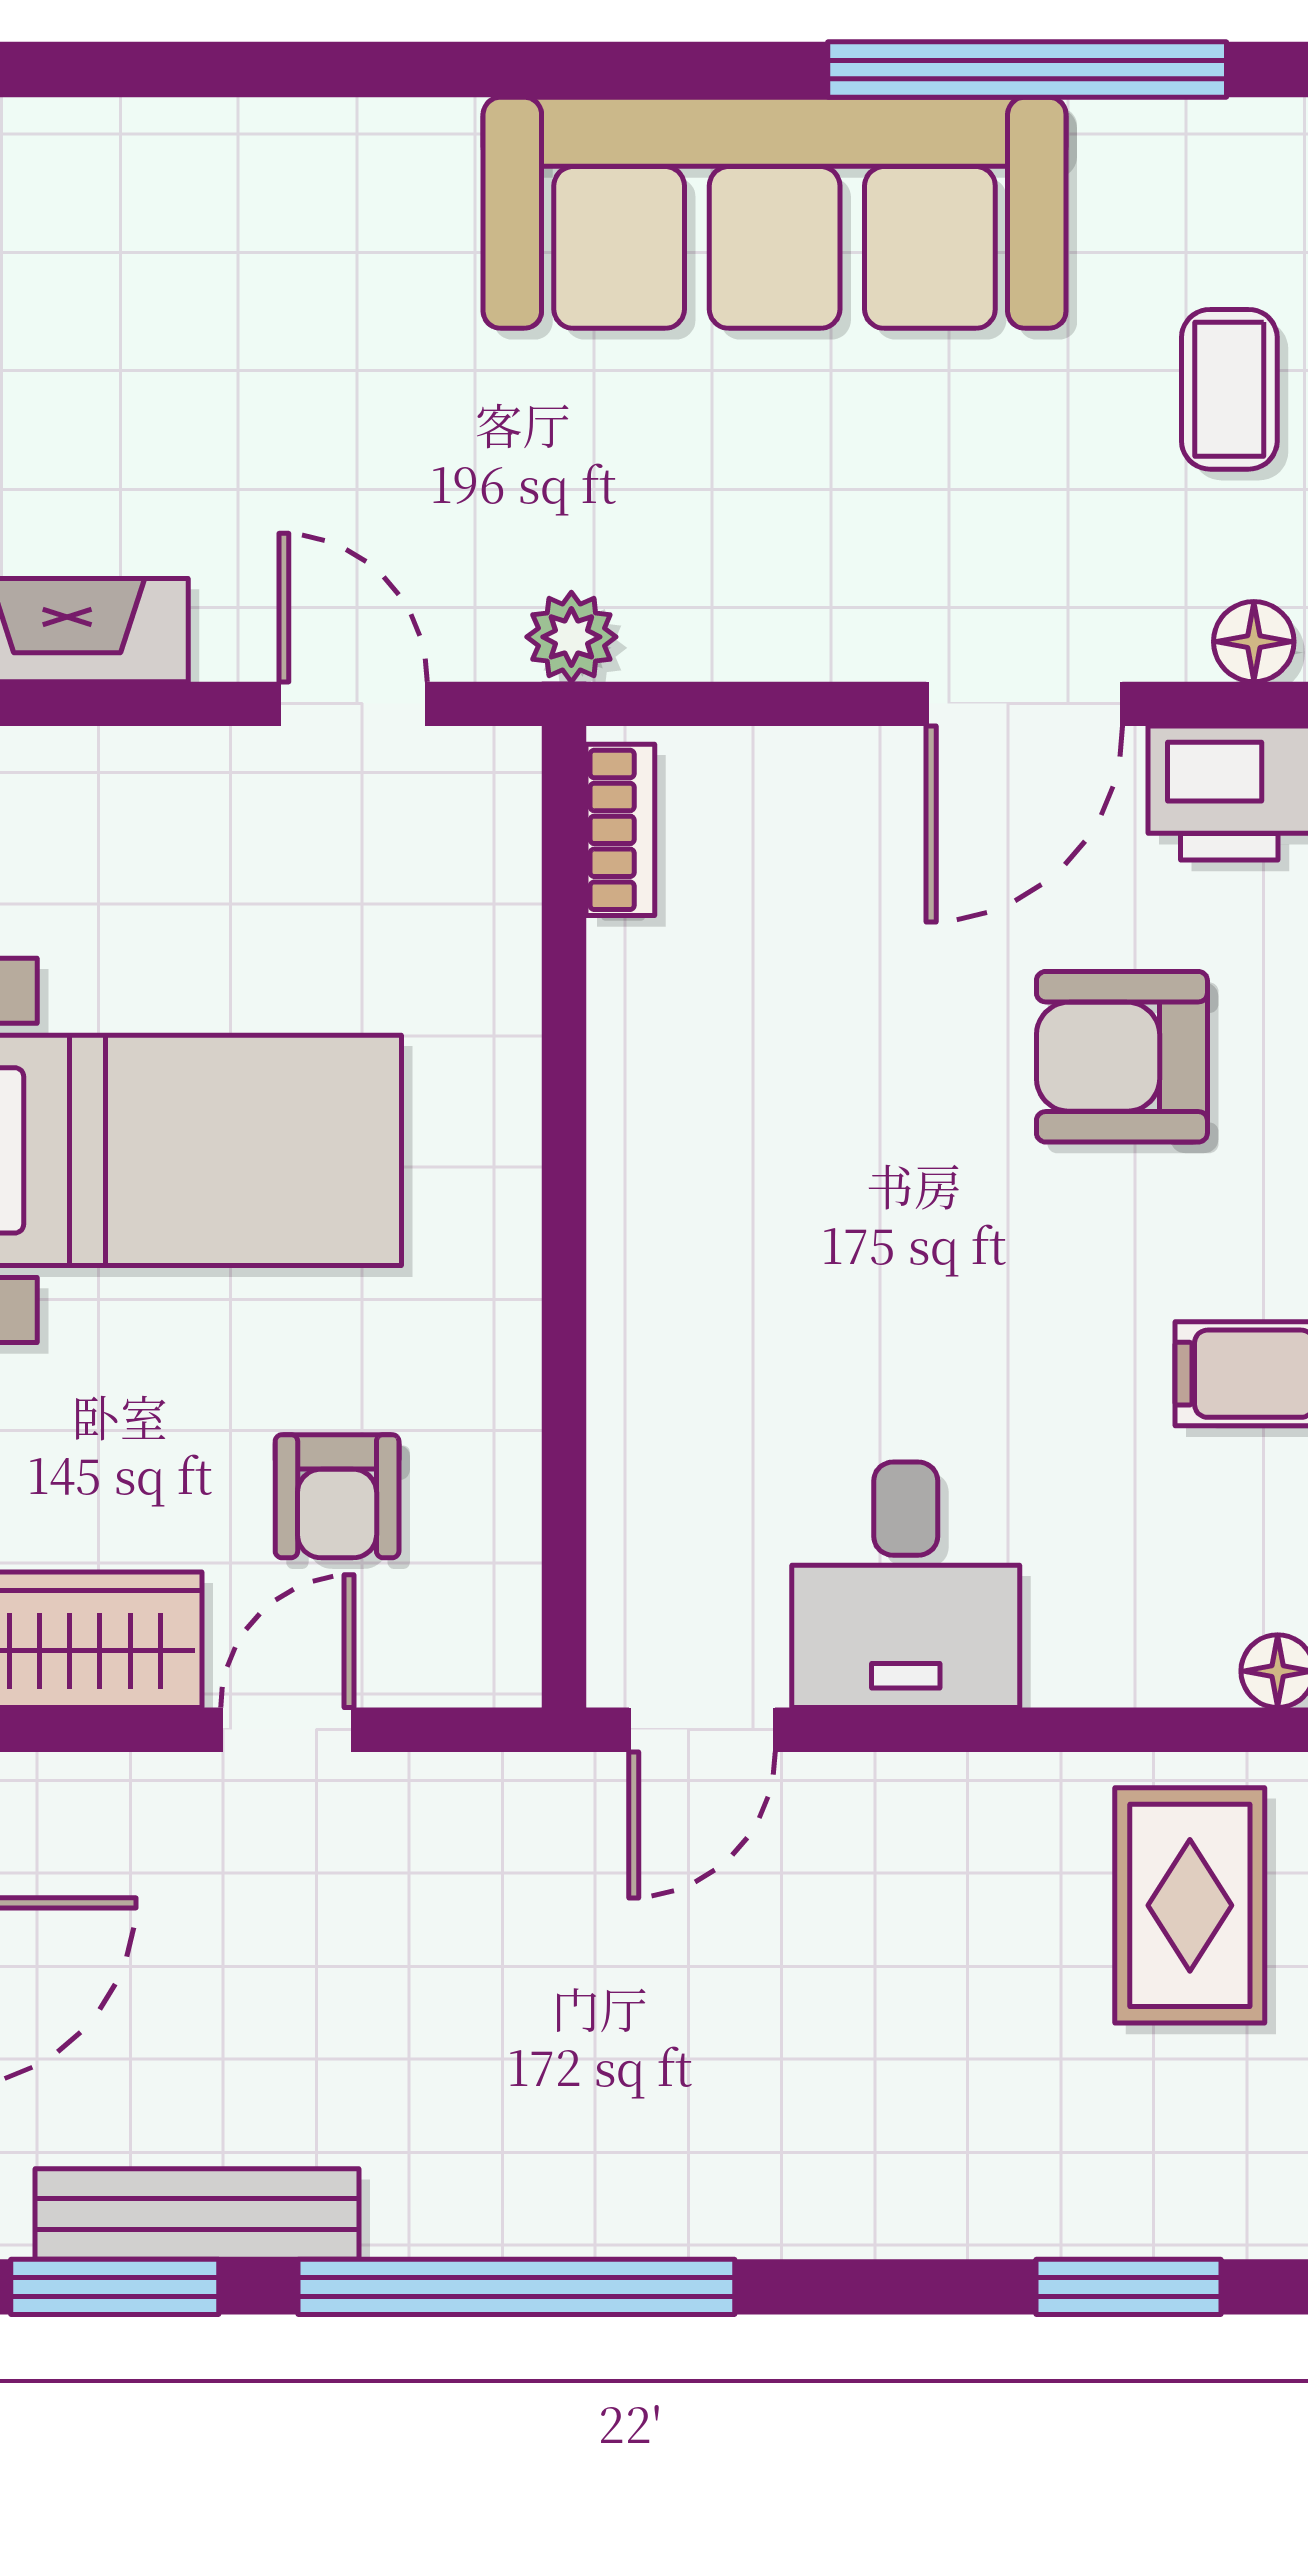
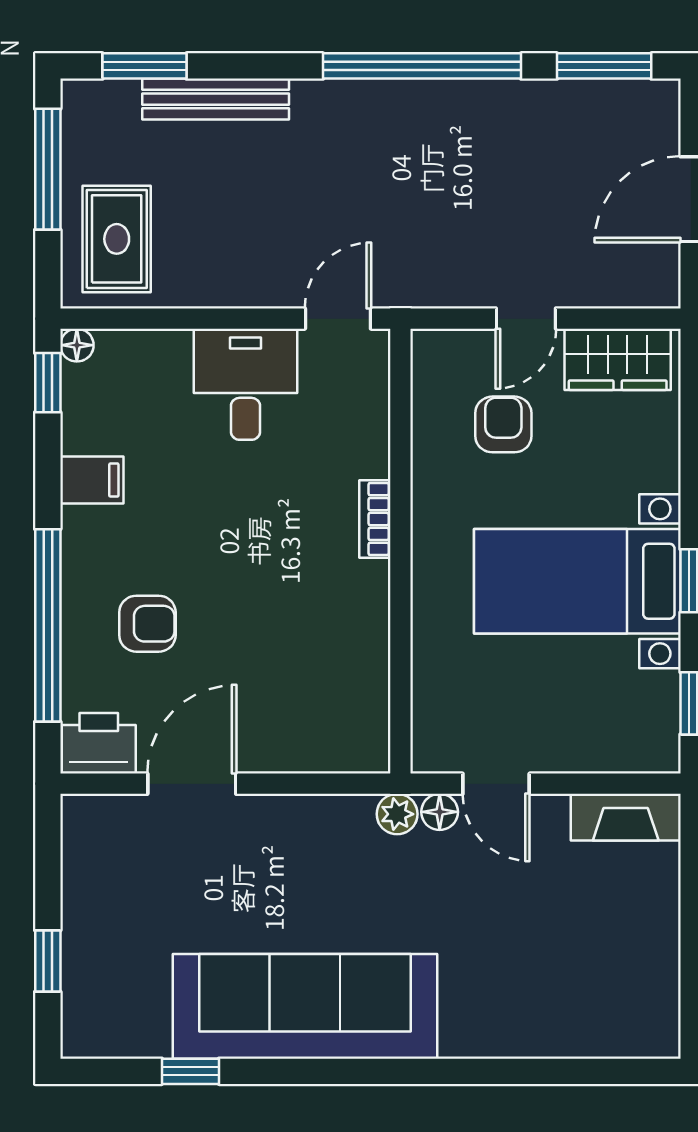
window: (1027, 70) -> (190, 1071), width x0.32
coffee table: (1229, 389) -> (99, 926), removed
floor lamp: (1254, 642) -> (440, 812), moved
bookcase: (620, 830) -> (375, 519), moved
armchair: (1122, 1057) -> (147, 624), width x0.72, depth x0.72
bench: (197, 2214) -> (216, 99), moved

